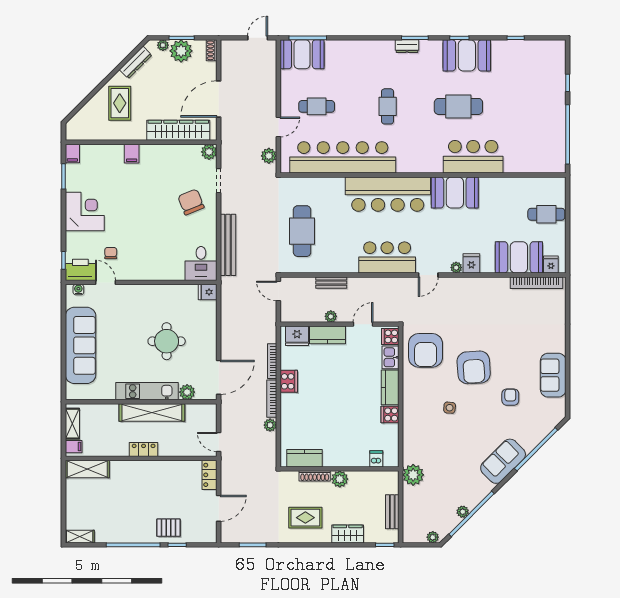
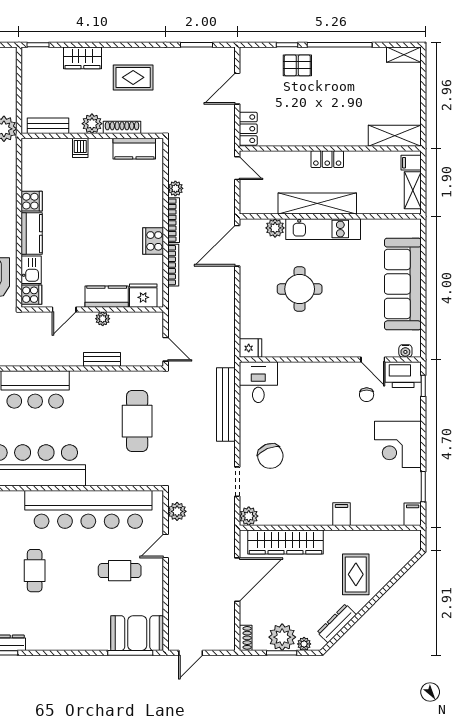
dishwasher: (376, 459) -> (80, 148), moved
bench: (392, 512) -> (48, 126), moved, turned 90

